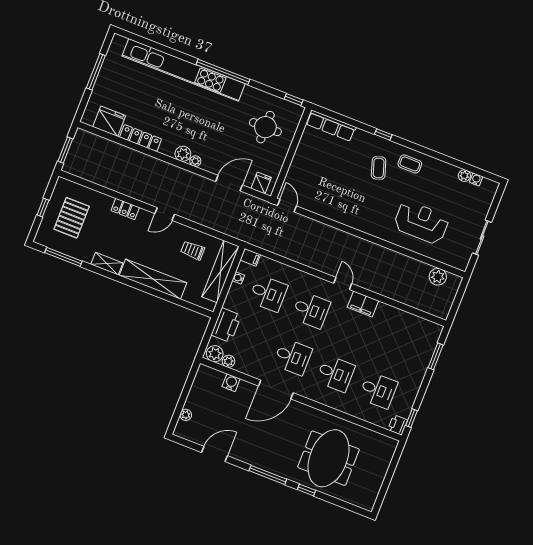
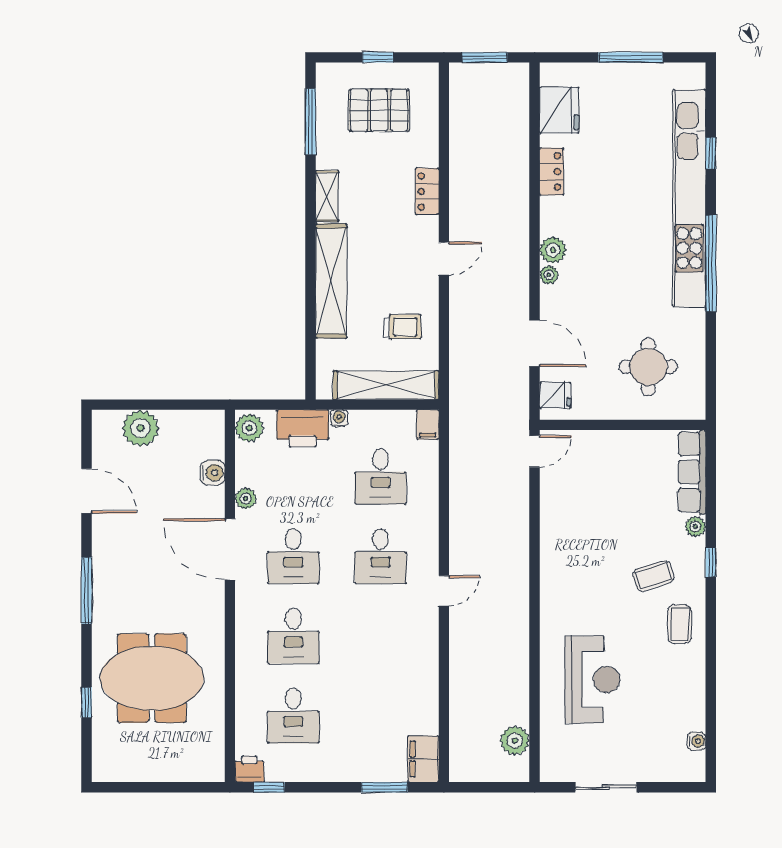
window: (294, 100) -> (711, 153), moved
locker: (140, 138) -> (552, 171), width x0.66
plant: (464, 176) -> (695, 527), moved
door: (165, 214) -> (444, 258), swing flipped
trolley: (193, 250) -> (403, 327), turned 90
water cooler: (238, 278) -> (339, 418), moved
filing cabinet: (363, 304) -> (423, 759), moved
plant: (228, 361) -> (246, 499), moved
plant: (186, 415) -> (140, 428), width x1.88, depth x1.88
window: (306, 490) -> (86, 702), moved

